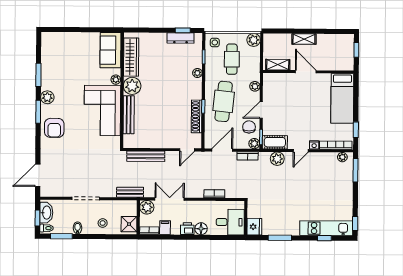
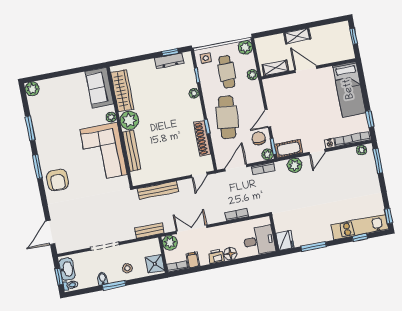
plant: (255, 86) -> (252, 75), moved
plant: (47, 97) -> (32, 89), moved
window: (61, 236) -> (114, 285), moved

